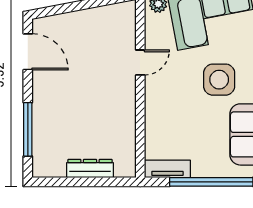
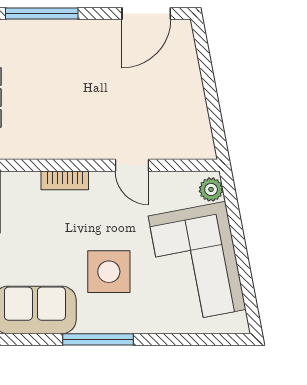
bookcase: (151, 112) -> (65, 180), added

